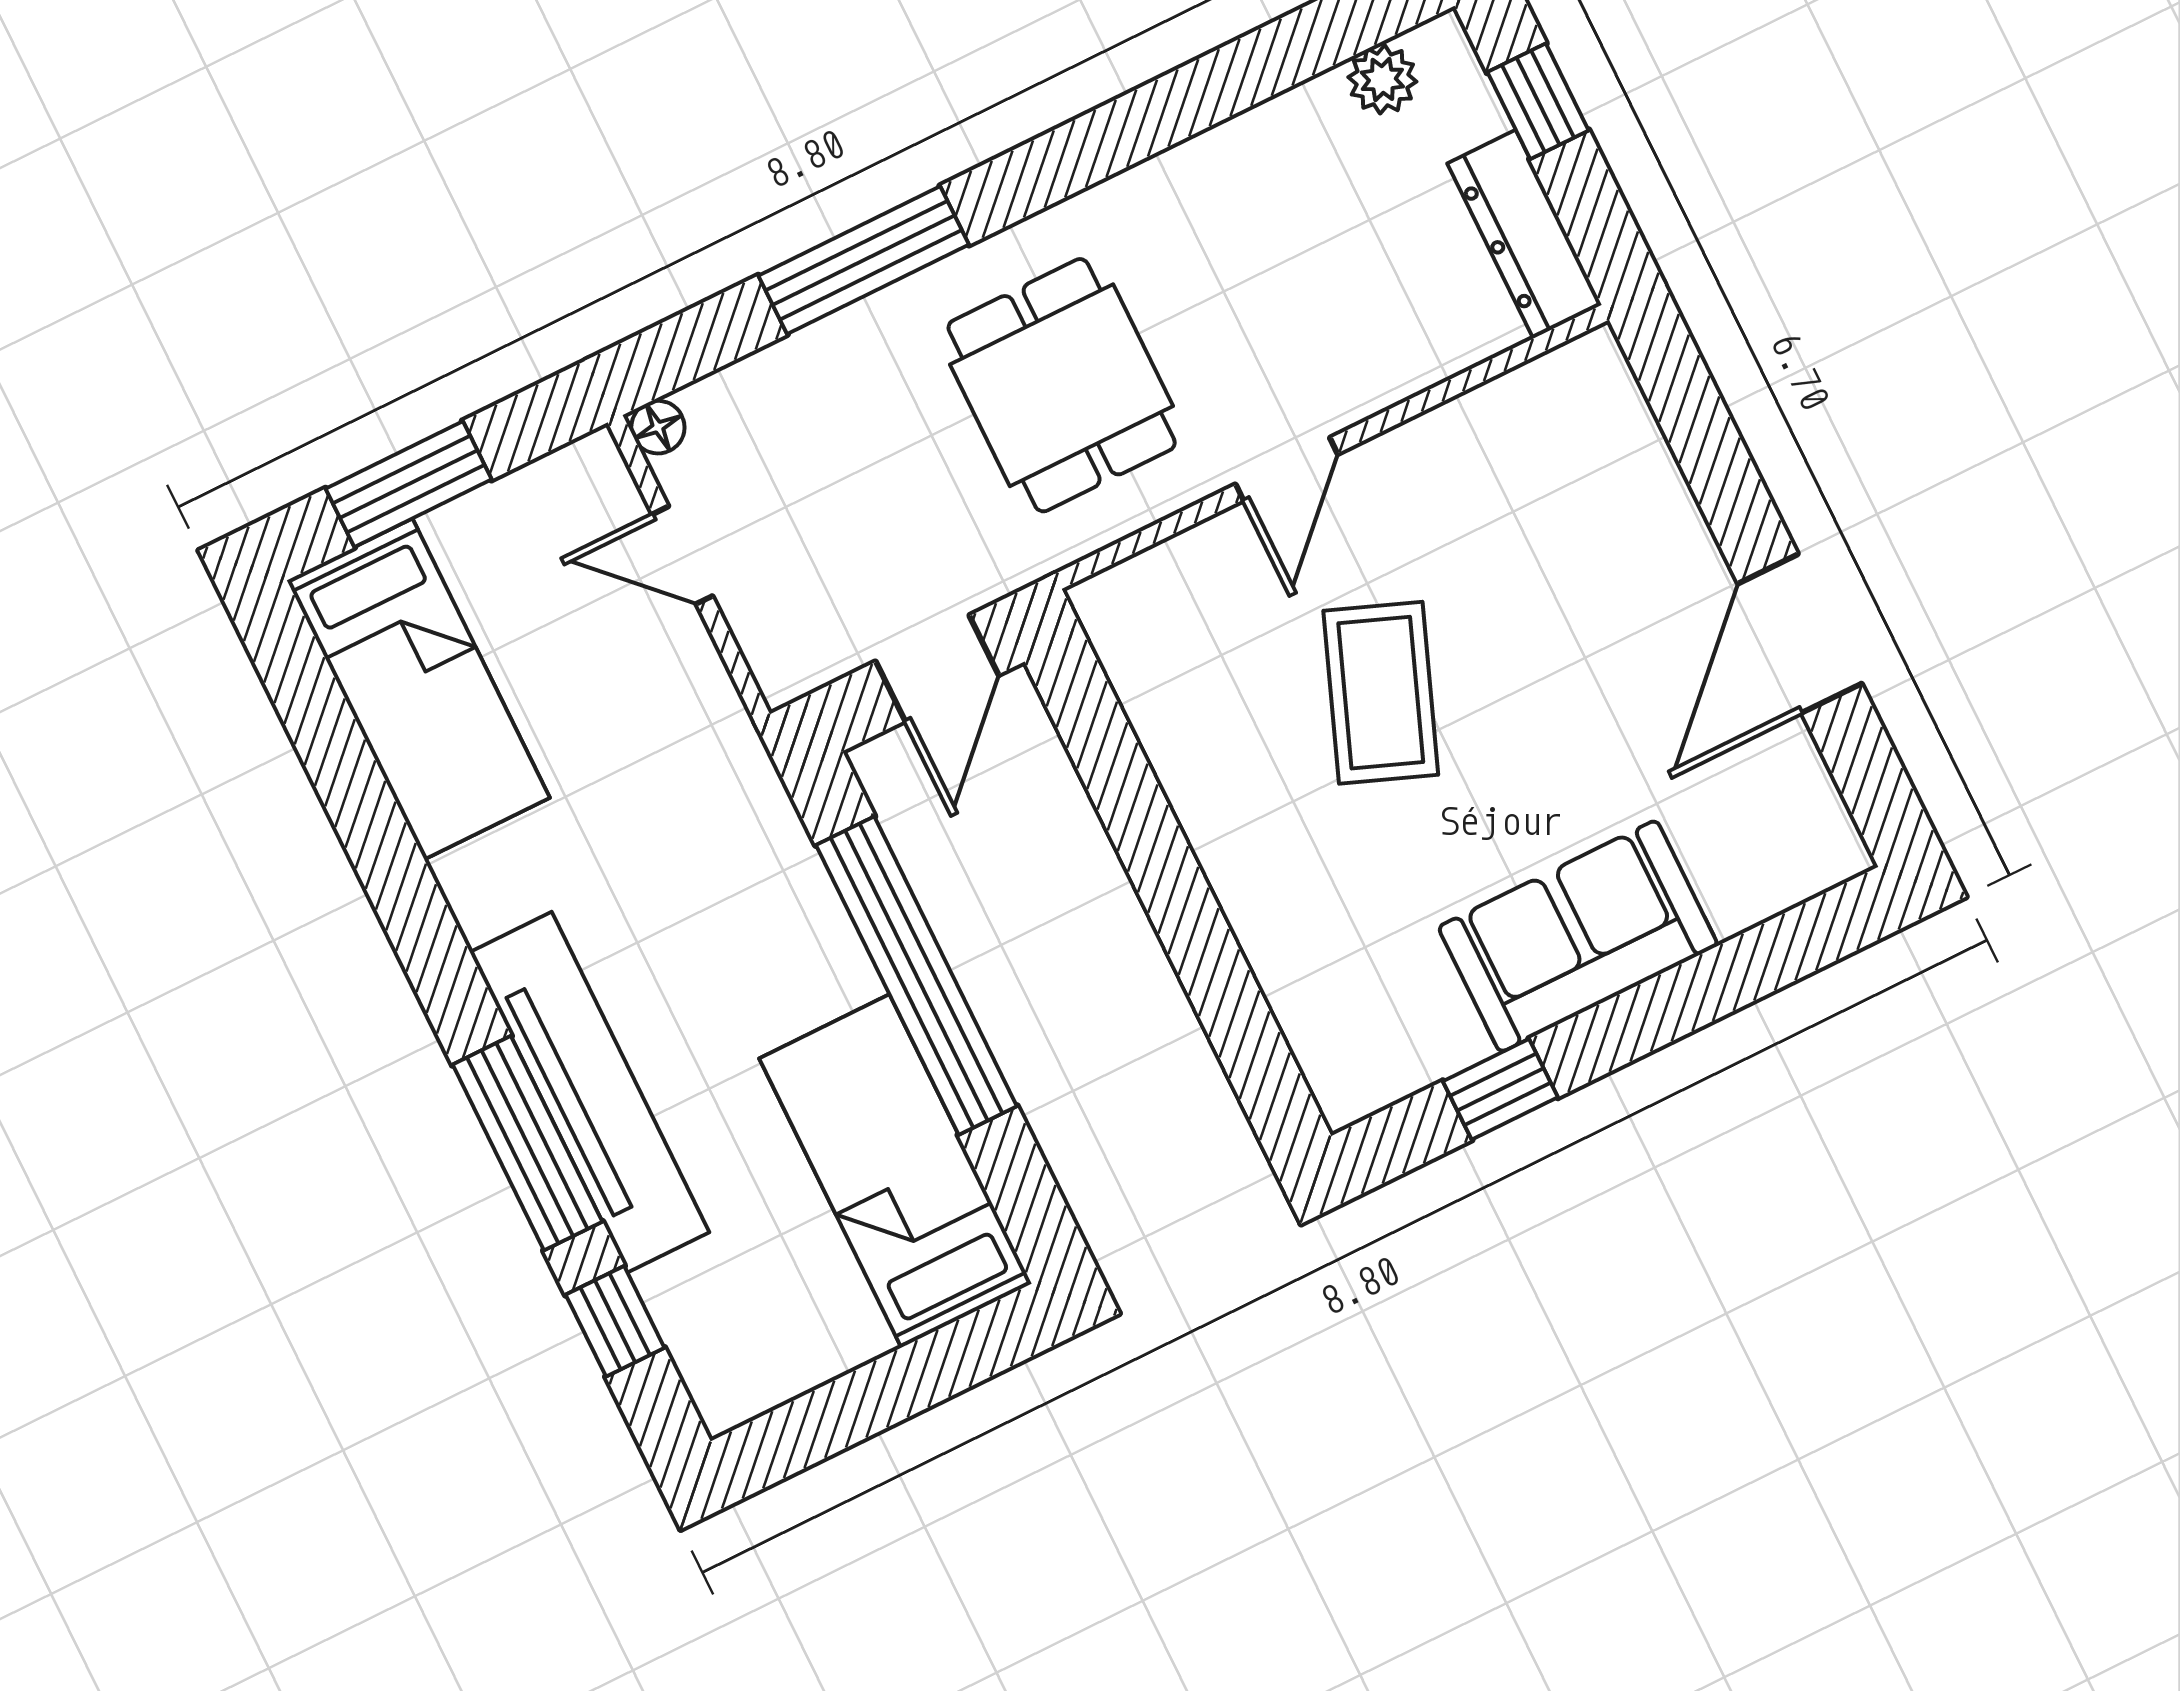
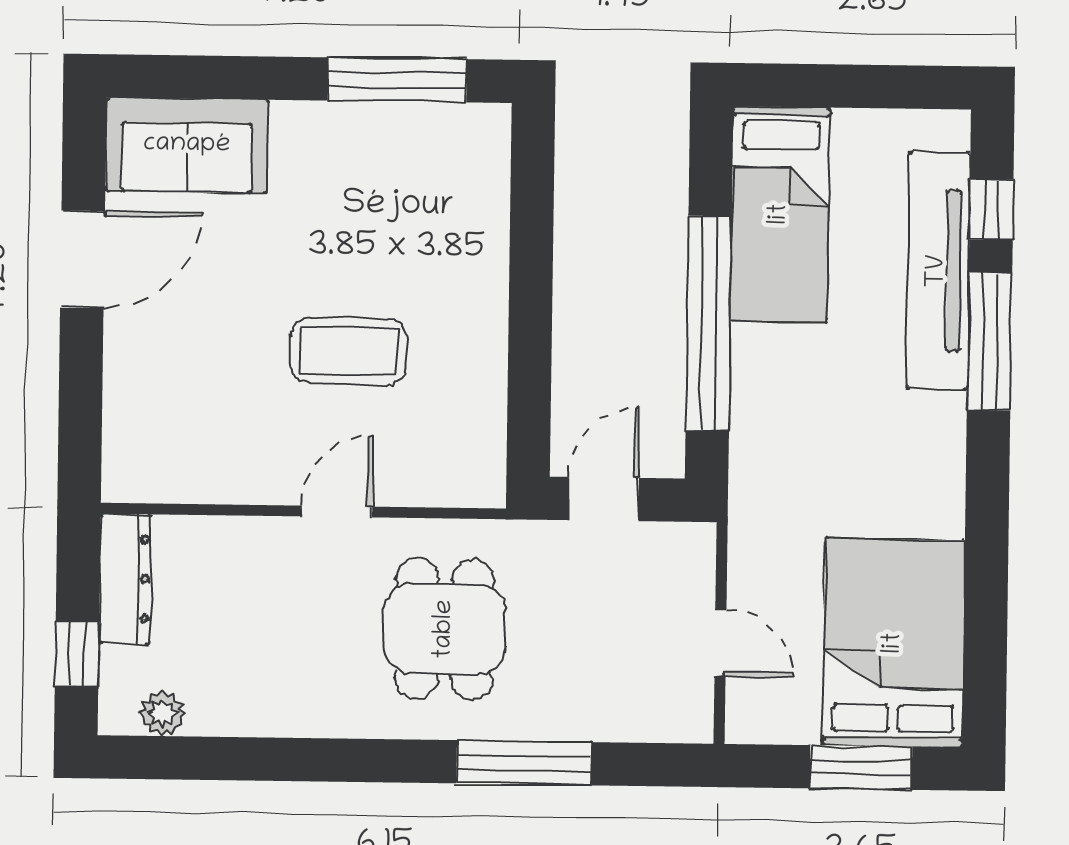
floor lamp: (658, 427) -> (696, 726), removed
bed: (418, 689) -> (894, 643), width x1.50
coffee table: (1381, 693) -> (348, 351), turned 69
sofa: (1578, 936) -> (187, 145), moved
window: (1500, 1089) -> (397, 80), width x2.17
tv unit: (590, 1092) -> (938, 271), moved

